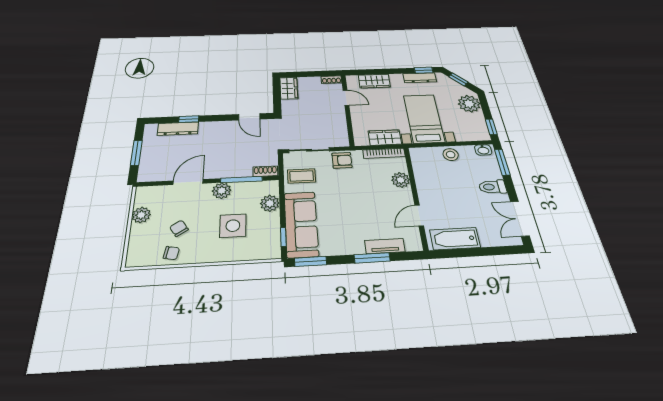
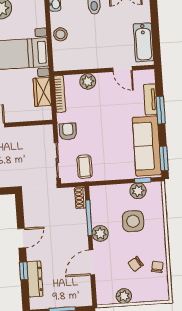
door: (249, 117) -> (22, 238), moved
door: (188, 182) -> (92, 262), hinge flipped
plant: (270, 203) -> (138, 191), moved
sofa: (301, 224) -> (147, 146), moved, turned -90

